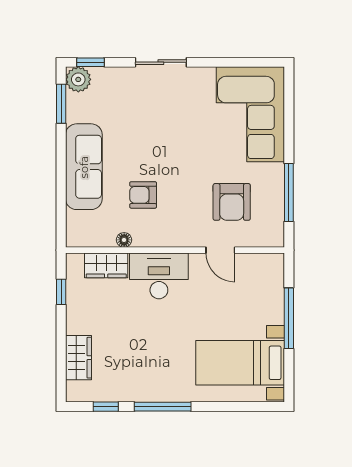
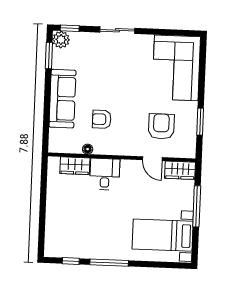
window: (289, 193) -> (200, 122), width x0.69
armchair: (232, 202) -> (161, 126), turned 180
desk: (159, 276) -> (105, 174), width x0.73
window: (61, 292) -> (44, 182), removed
wardrobe: (78, 358) -> (180, 170), moved, turned 90

